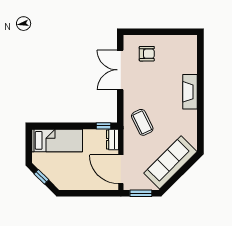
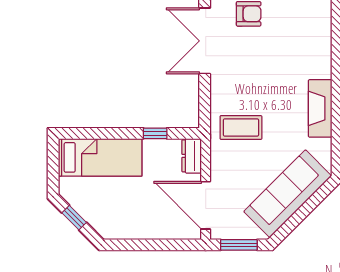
fireplace: (190, 92) -> (320, 108), moved
coffee table: (142, 122) -> (241, 127), turned -64
window: (103, 126) -> (155, 133), moved

